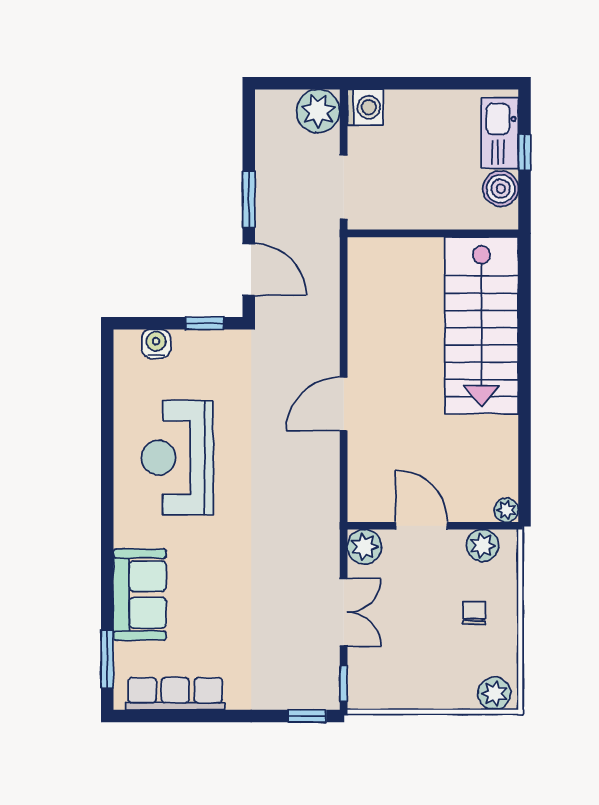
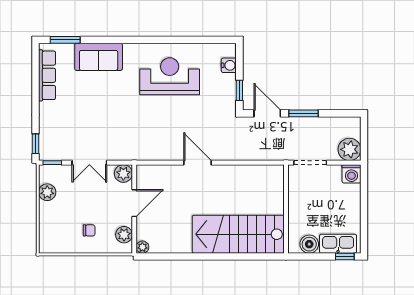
window: (525, 152) -> (345, 257), moved
door: (249, 270) -> (267, 113), swing flipped
plant: (494, 694) -> (47, 192), moved

